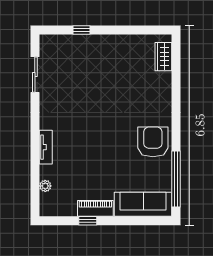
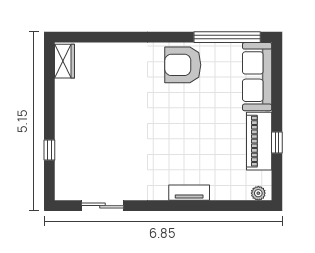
wardrobe: (163, 57) -> (65, 61), moved, turned -90
plant: (45, 186) -> (258, 193), moved
piano: (95, 208) -> (259, 141), width x1.37, depth x1.33

